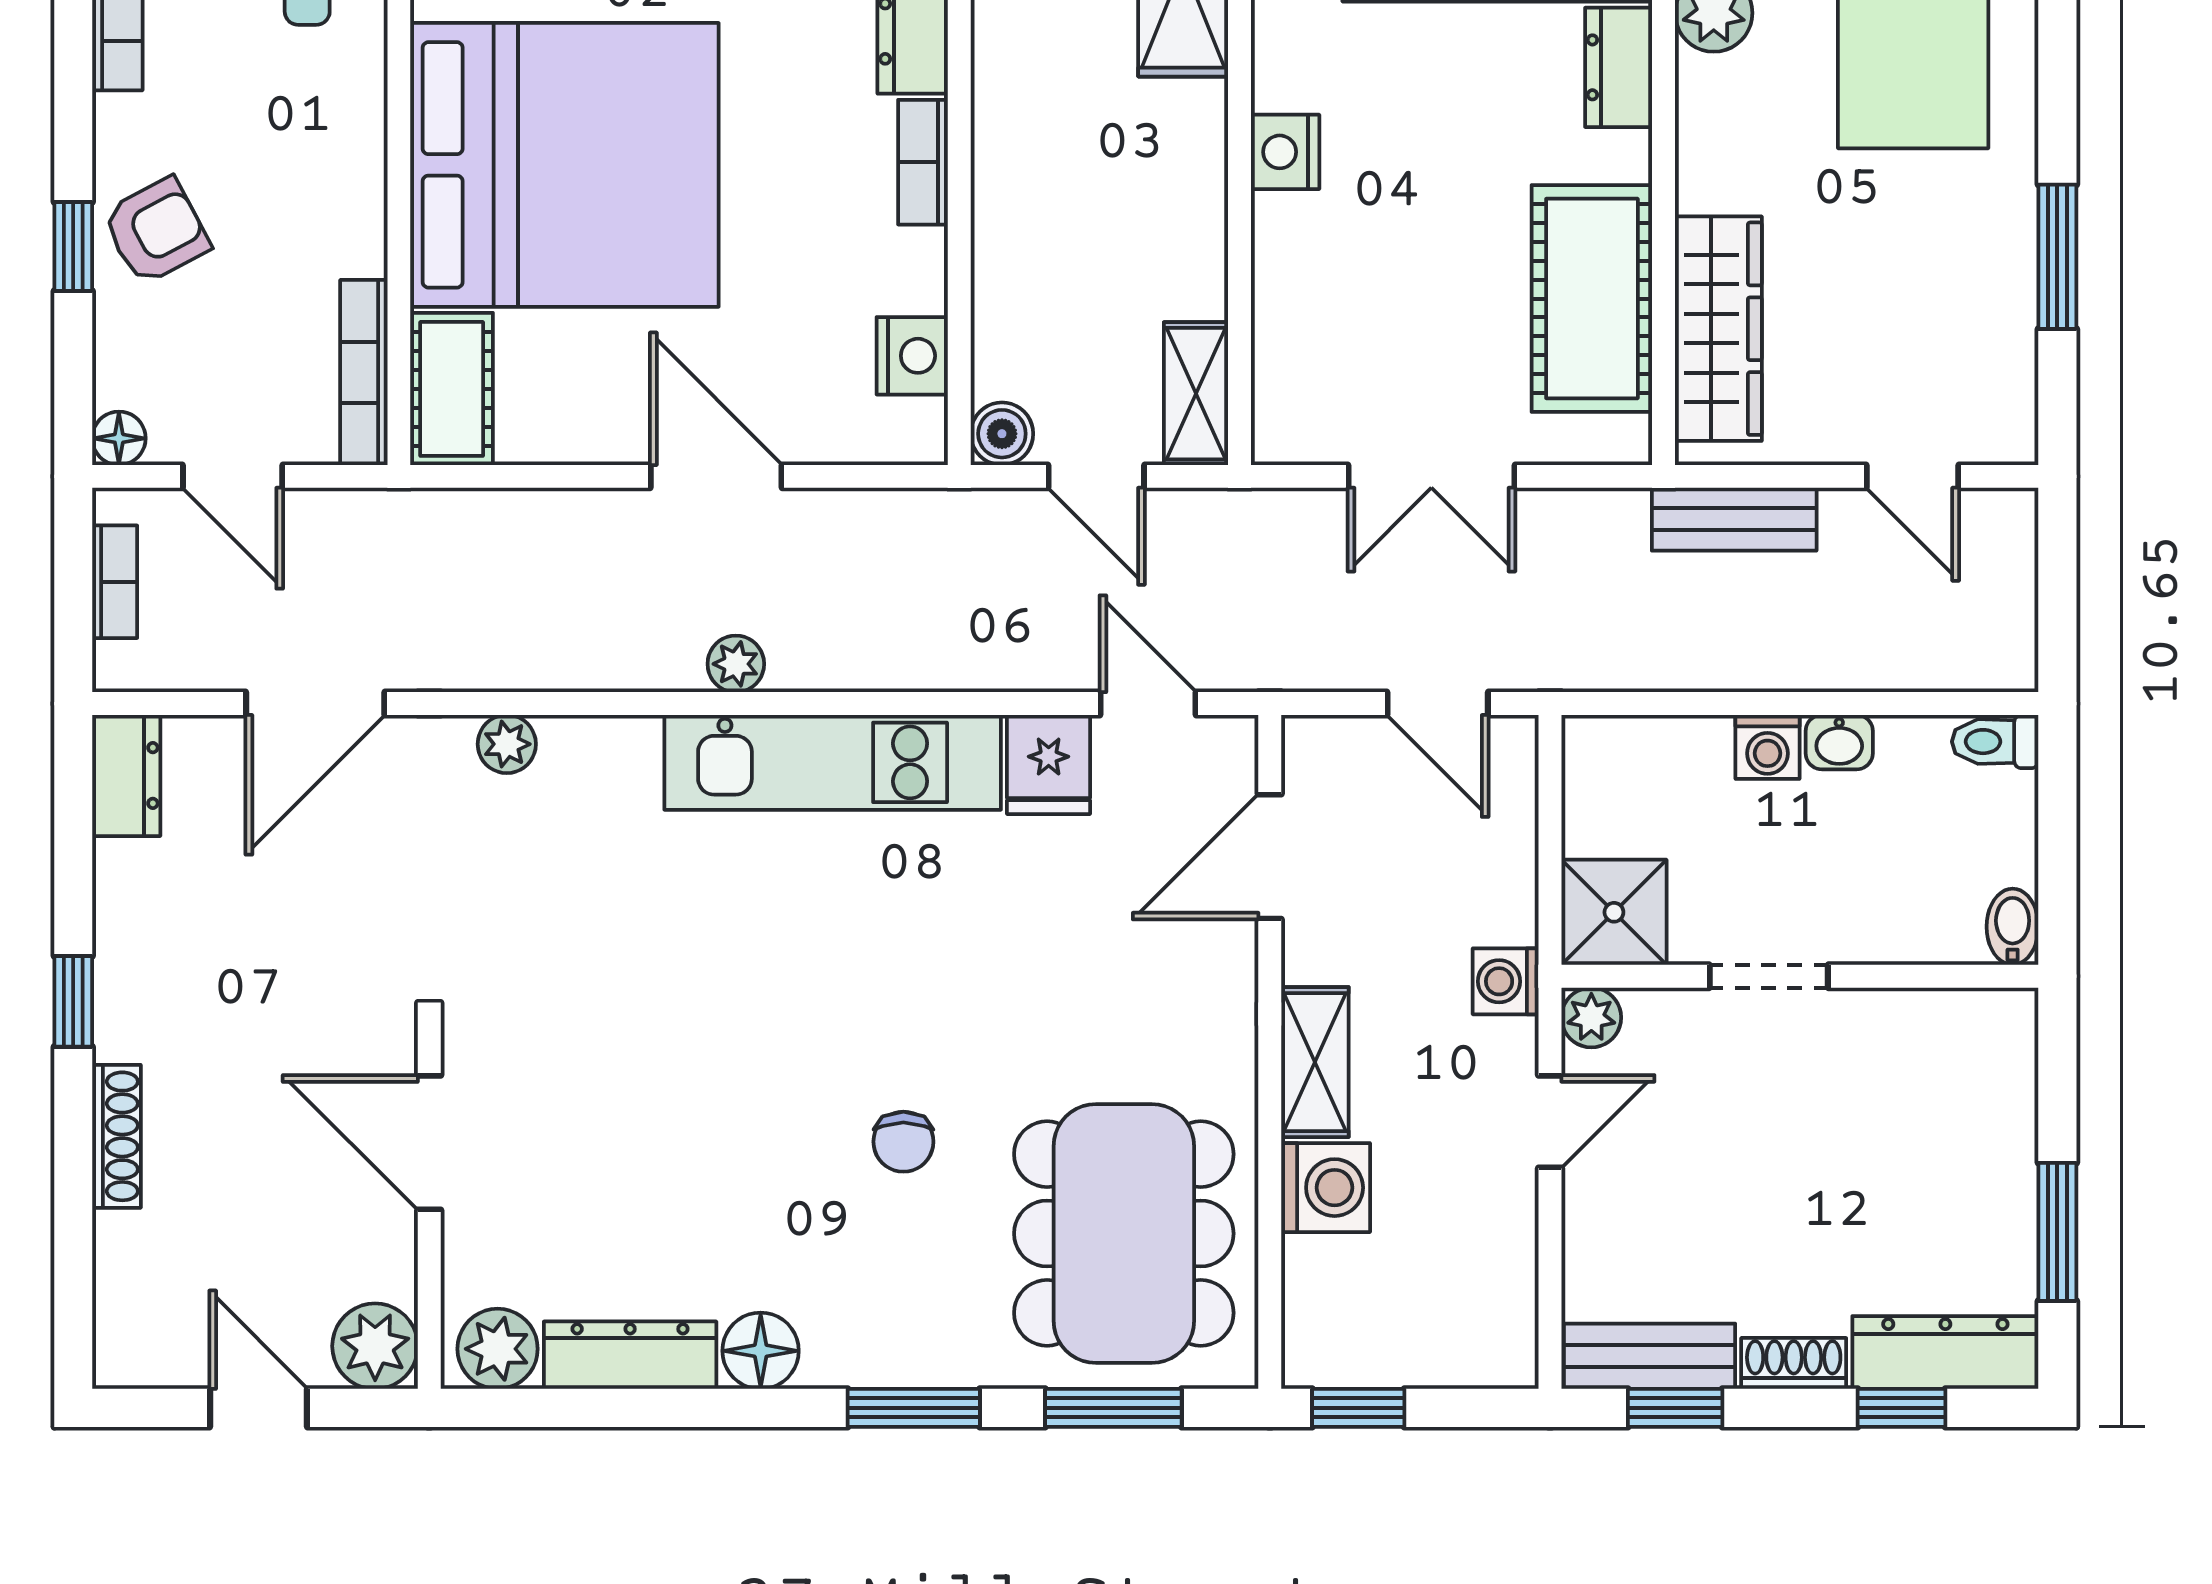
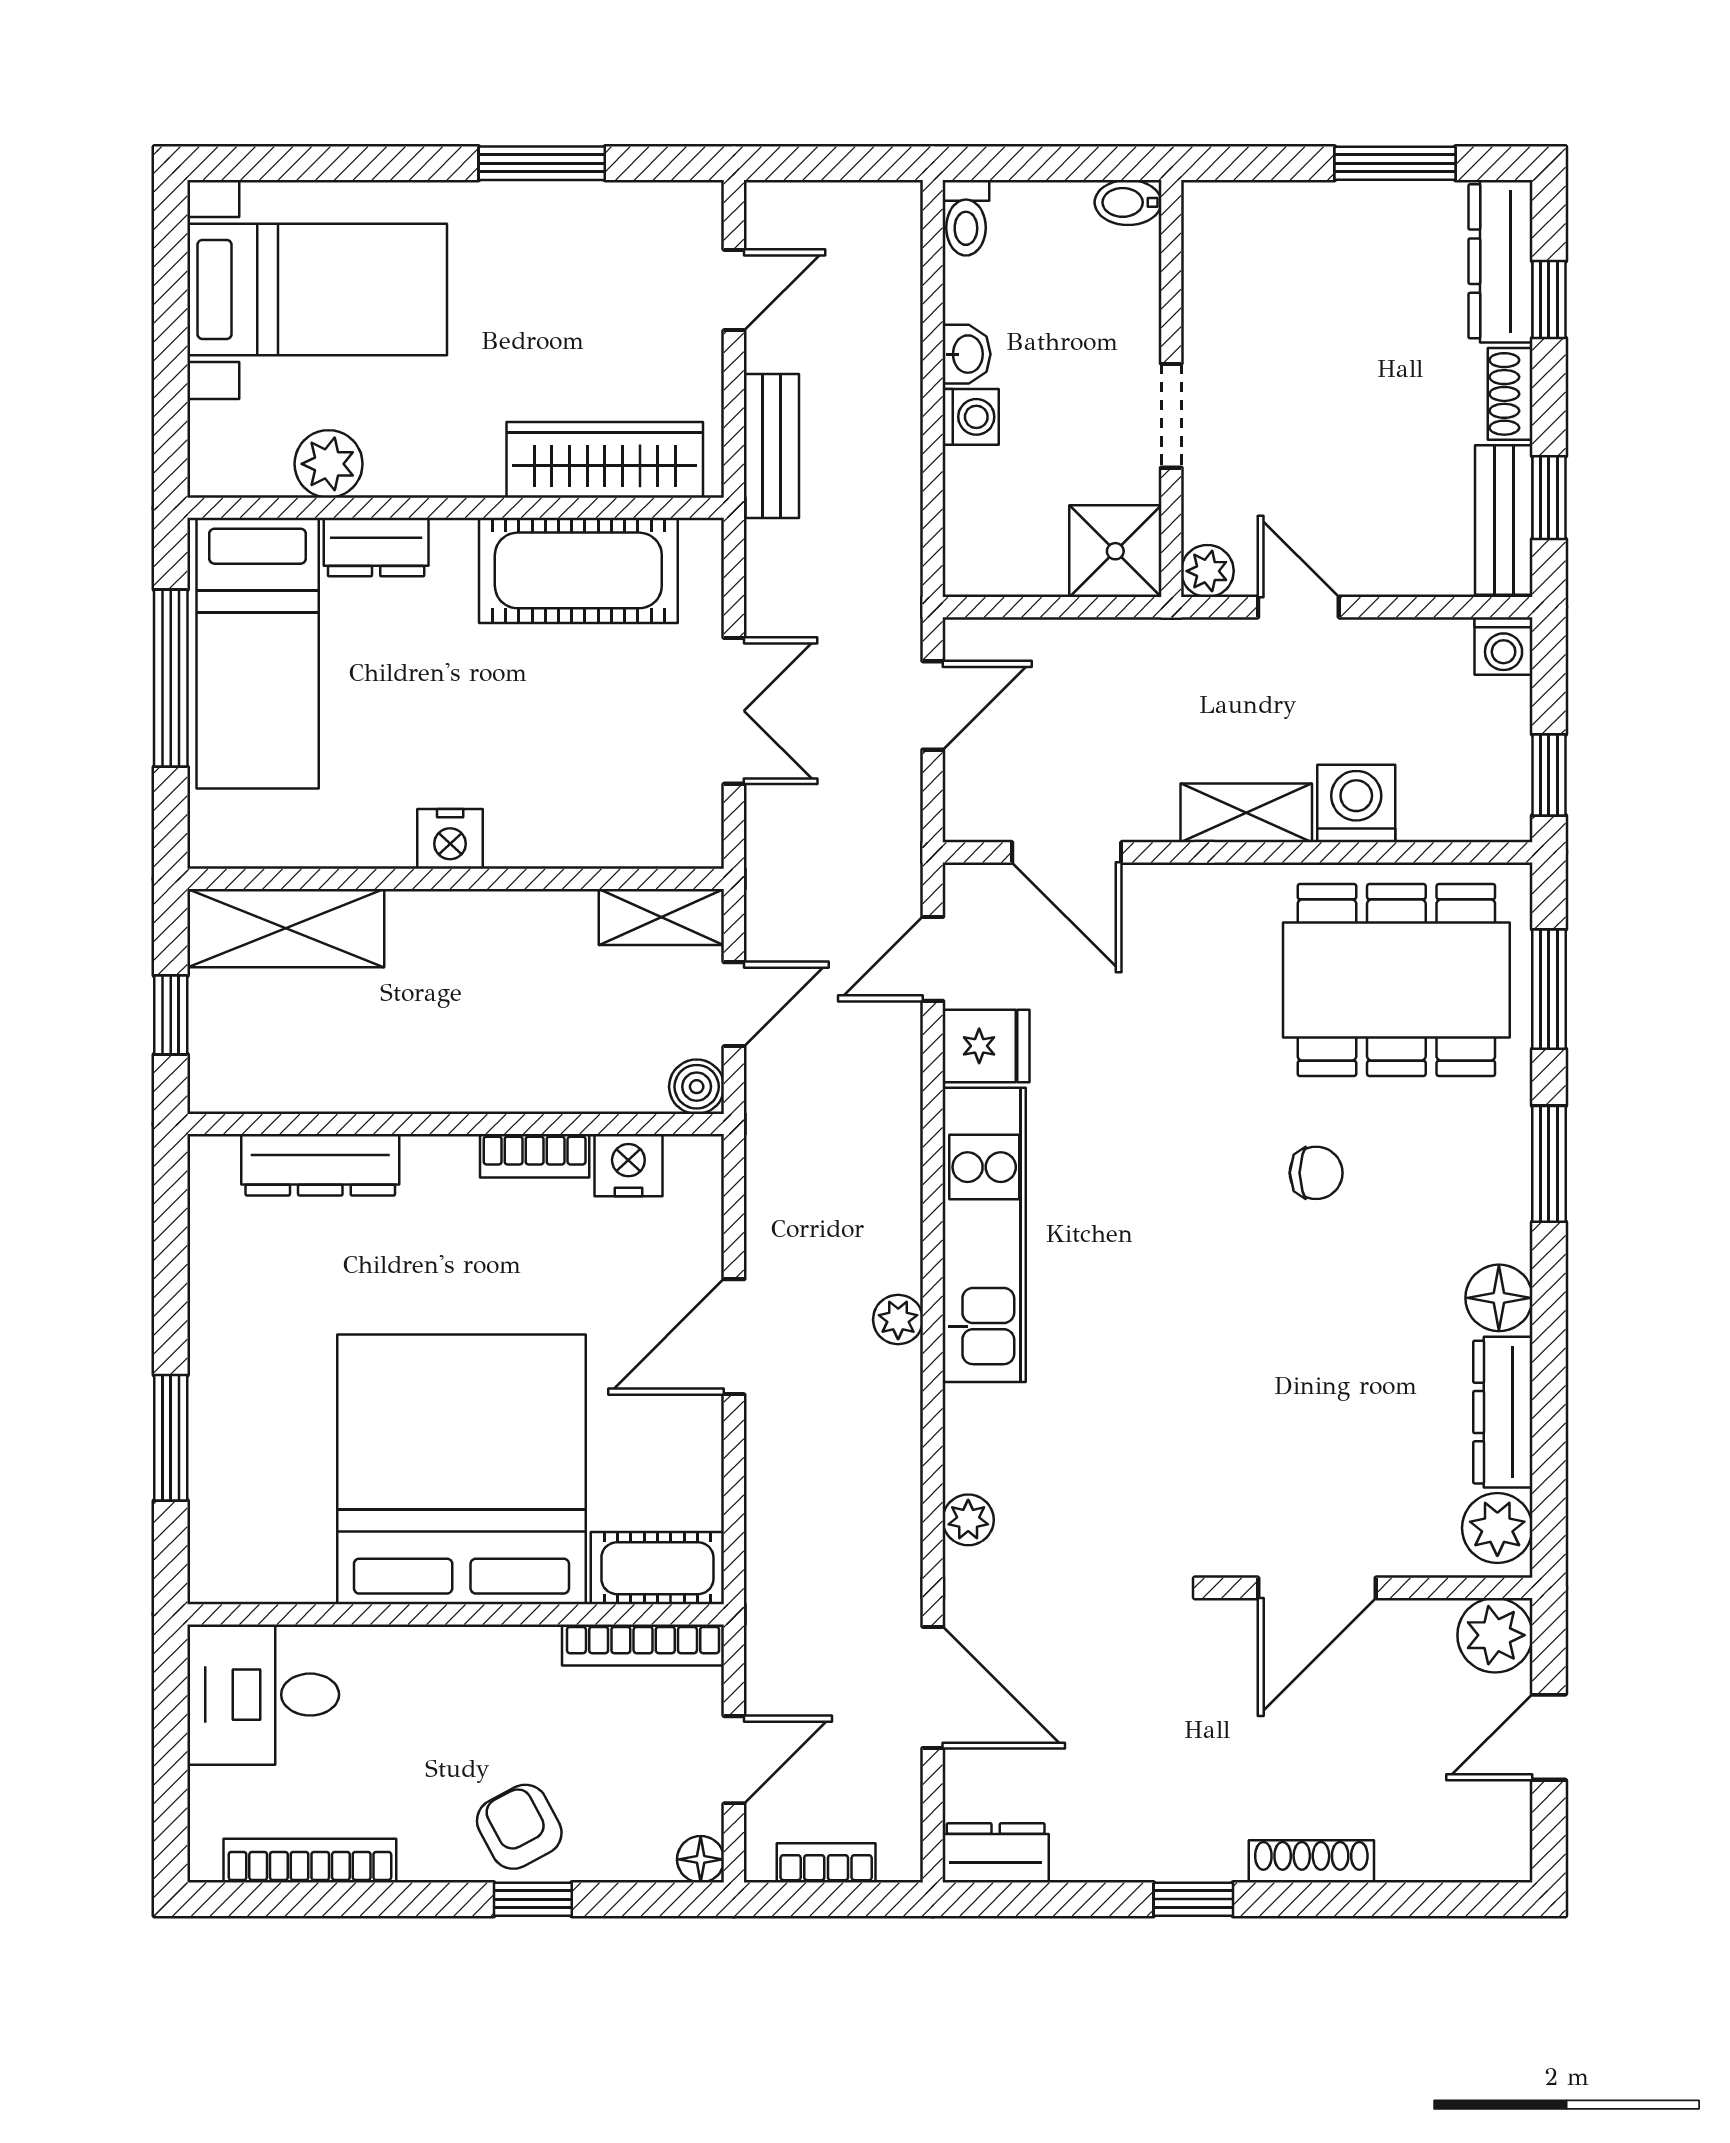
bookcase: (923, 162) -> (535, 1156), moved
washing machine: (1506, 981) -> (1504, 646), moved

